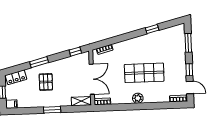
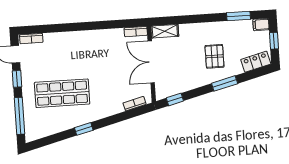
window: (152, 29) -> (84, 129), moved
window: (188, 43) -> (19, 116), width x1.44
shop shelf: (144, 73) -> (62, 93), moved
plant: (138, 98) -> (87, 37), removed
window: (52, 110) -> (238, 16), moved

